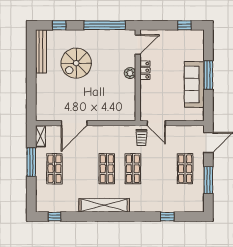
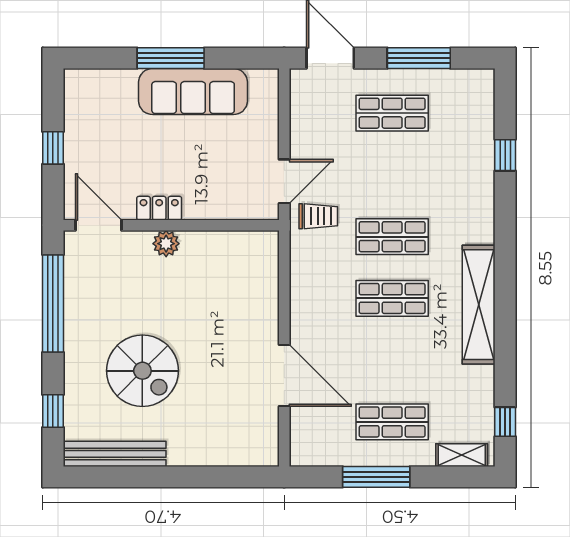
window: (184, 25) -> (53, 148), moved
shelving: (40, 136) -> (462, 455), moved

